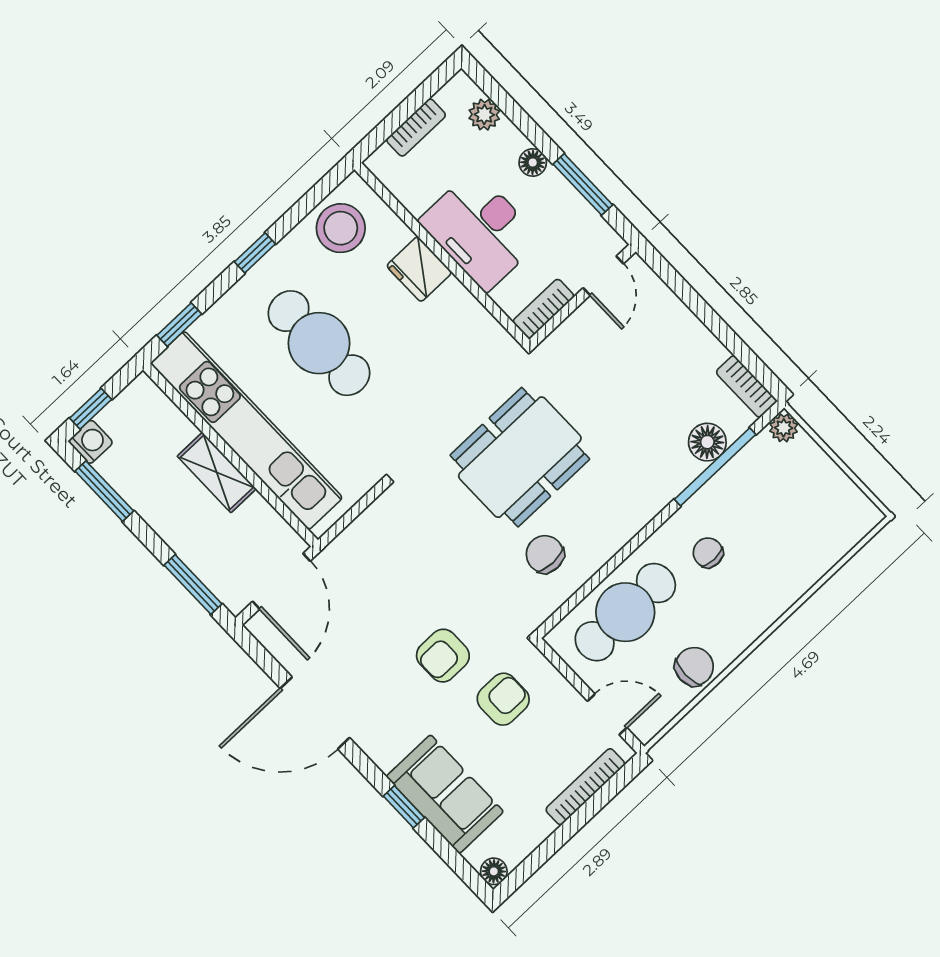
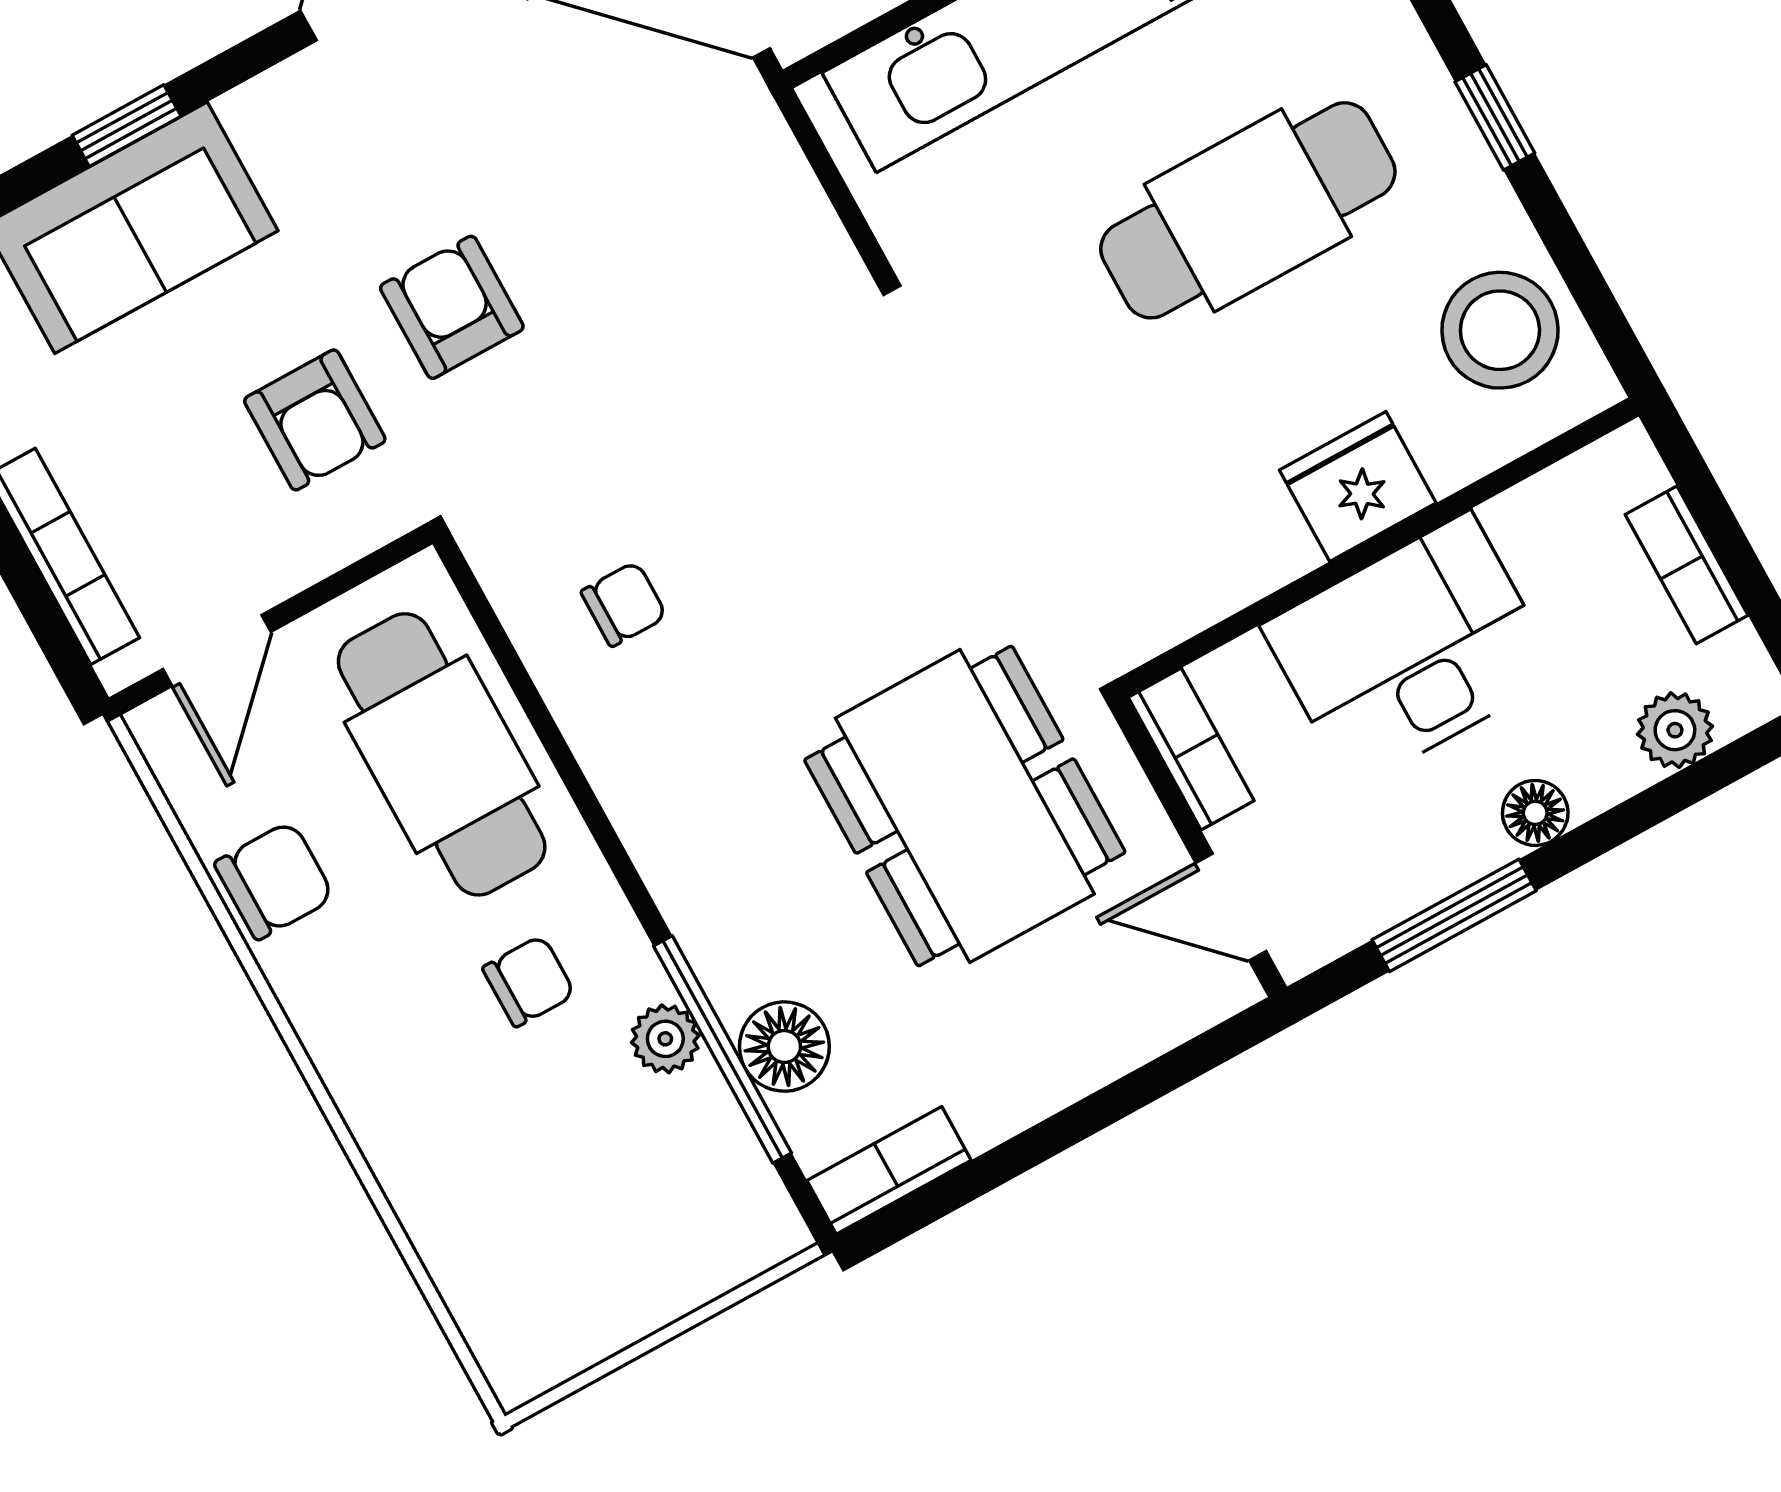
plant: (784, 428) -> (665, 1039), moved
dining table: (520, 457) -> (965, 806), moved
chair: (545, 554) -> (624, 604), width x0.73, depth x0.73
chair: (694, 667) -> (274, 880), turned -90

